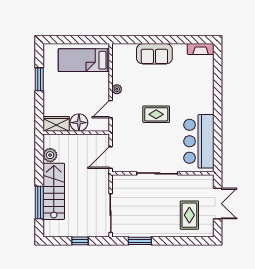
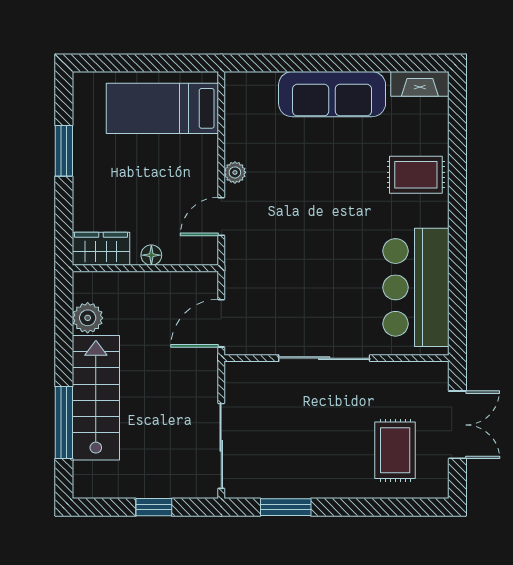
sofa: (154, 54) -> (332, 94), width x1.36
rug: (156, 114) -> (416, 175), moved
floor lamp: (79, 123) -> (151, 255), width x0.53, depth x0.53

